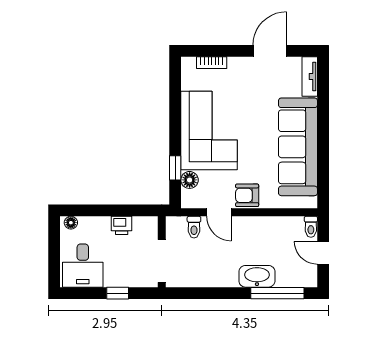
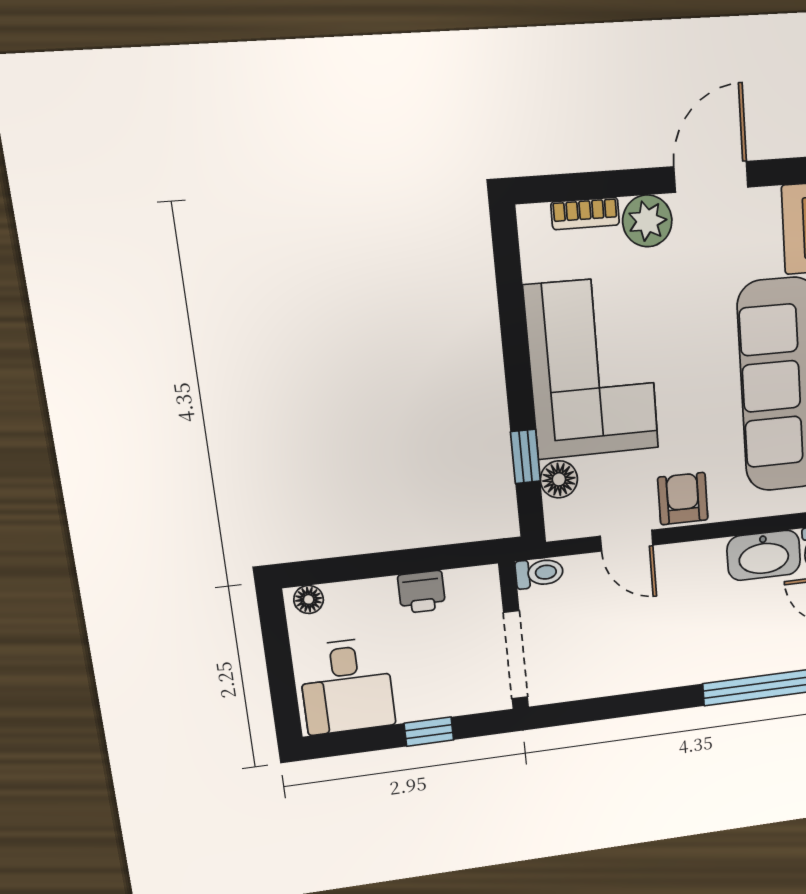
plant: (239, 68) -> (647, 221), added
armchair: (247, 195) -> (683, 499), turned 90
toilet: (194, 227) -> (539, 573), moved, turned -90
washbasin: (257, 276) -> (764, 555), moved, turned 180

